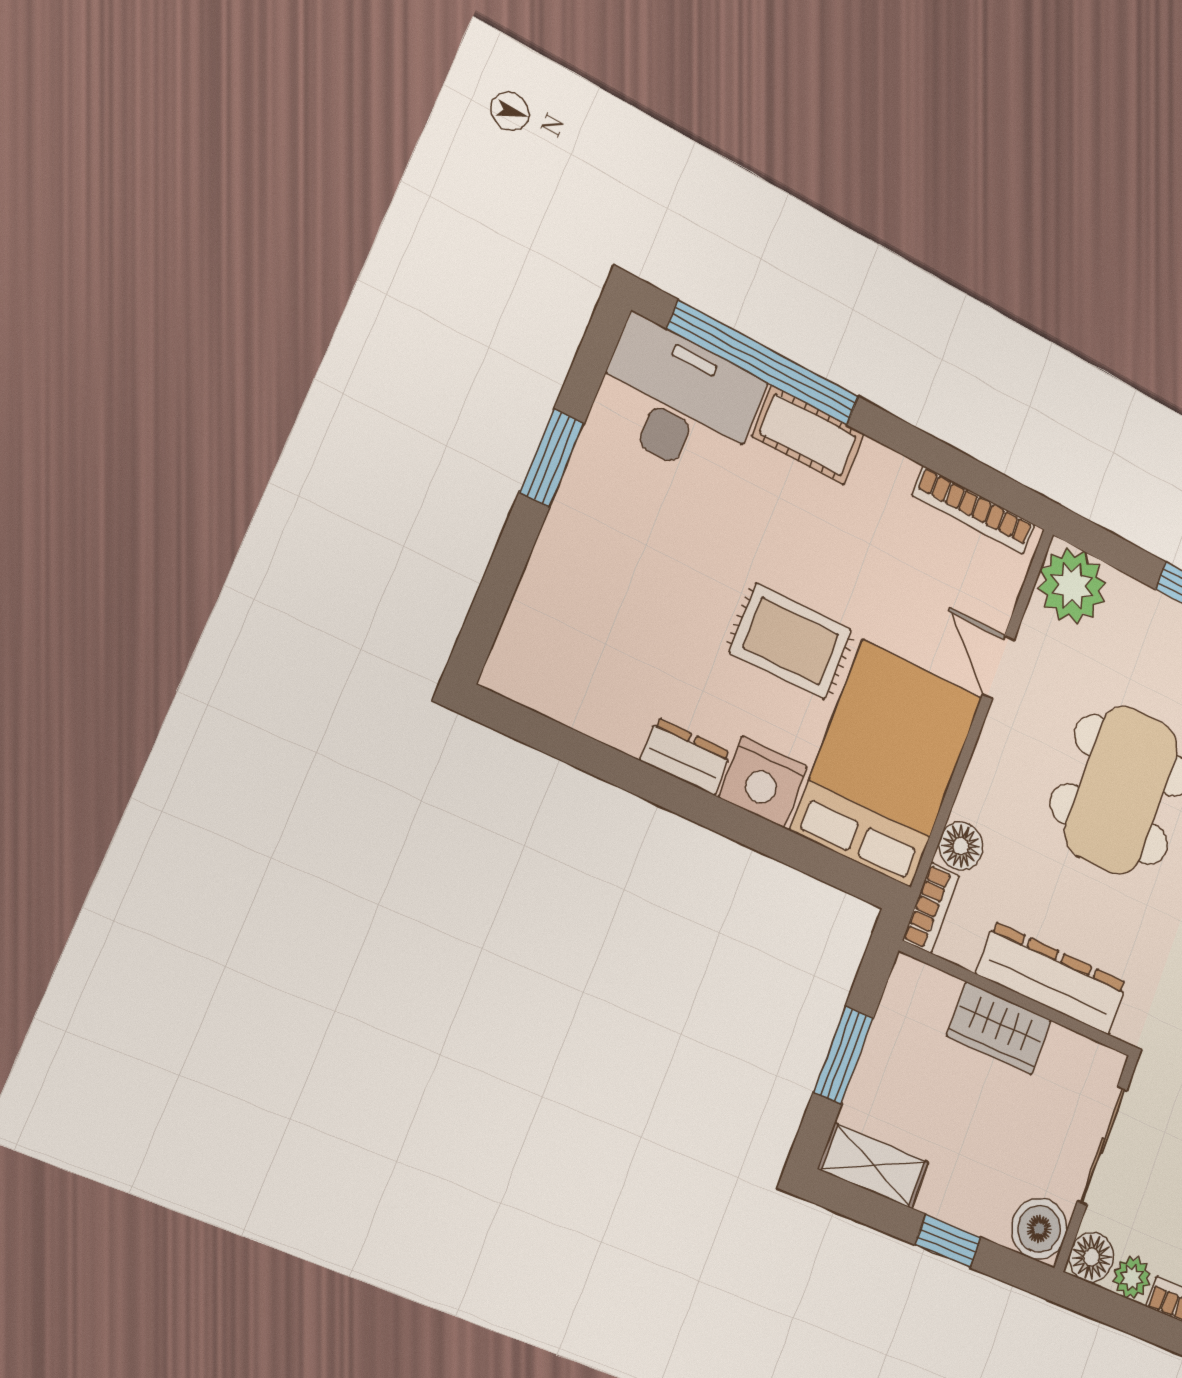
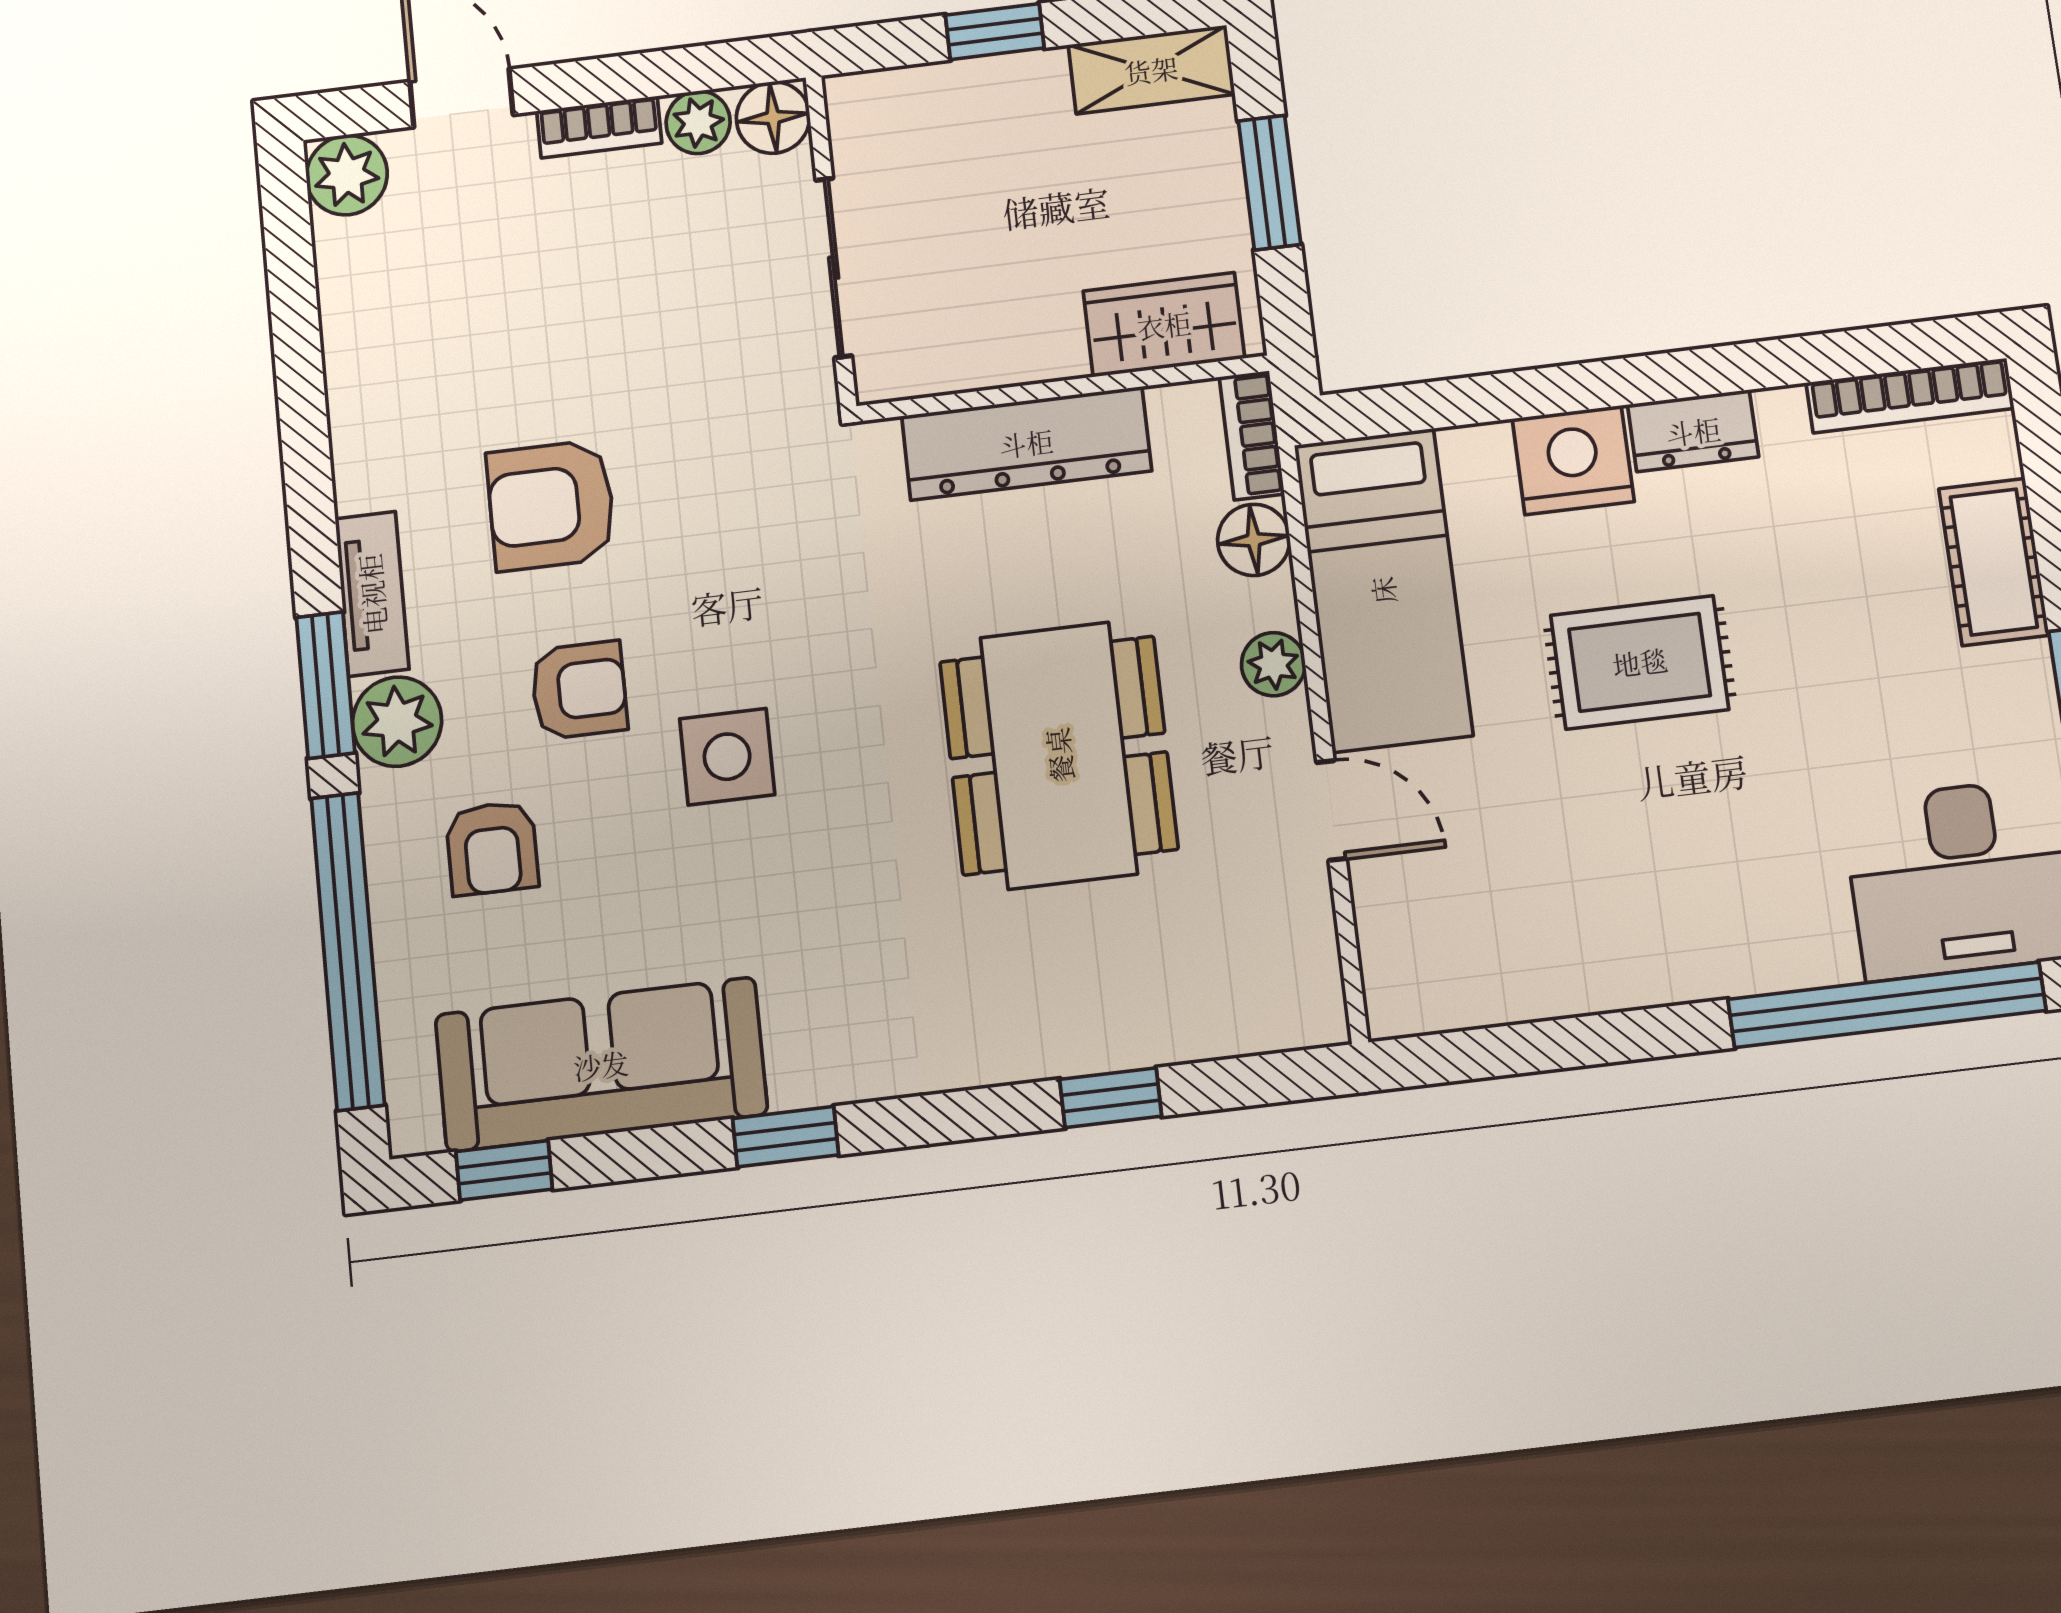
cot: (808, 435) -> (1994, 562), moved, turned 90
bookcase: (974, 510) -> (1910, 396), moved, turned 180
plant: (1072, 586) -> (1273, 664), moved, width x0.53, depth x0.53
bed: (887, 763) -> (1383, 590), width x0.67
wardrobe: (999, 1028) -> (1164, 325), moved
boiler: (1039, 1229) -> (871, 114), removed

